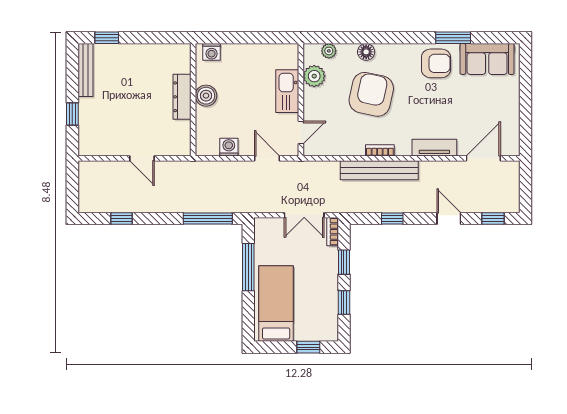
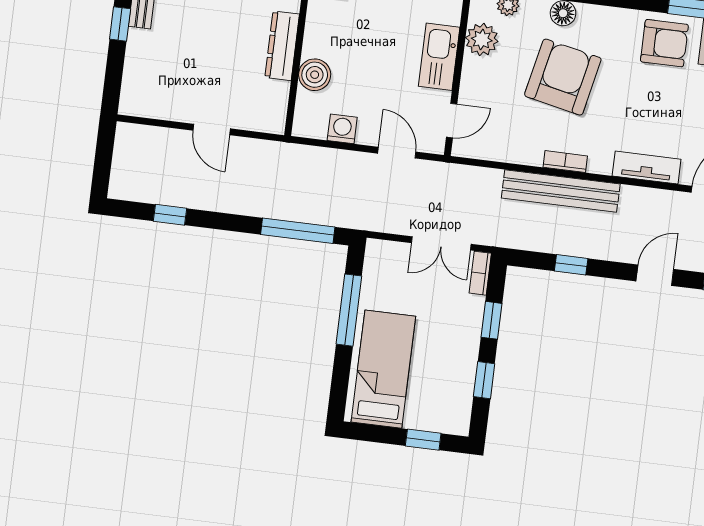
boiler: (206, 96) -> (315, 75), moved
window: (72, 114) -> (120, 24), moved
door: (449, 219) -> (655, 275), hinge flipped

